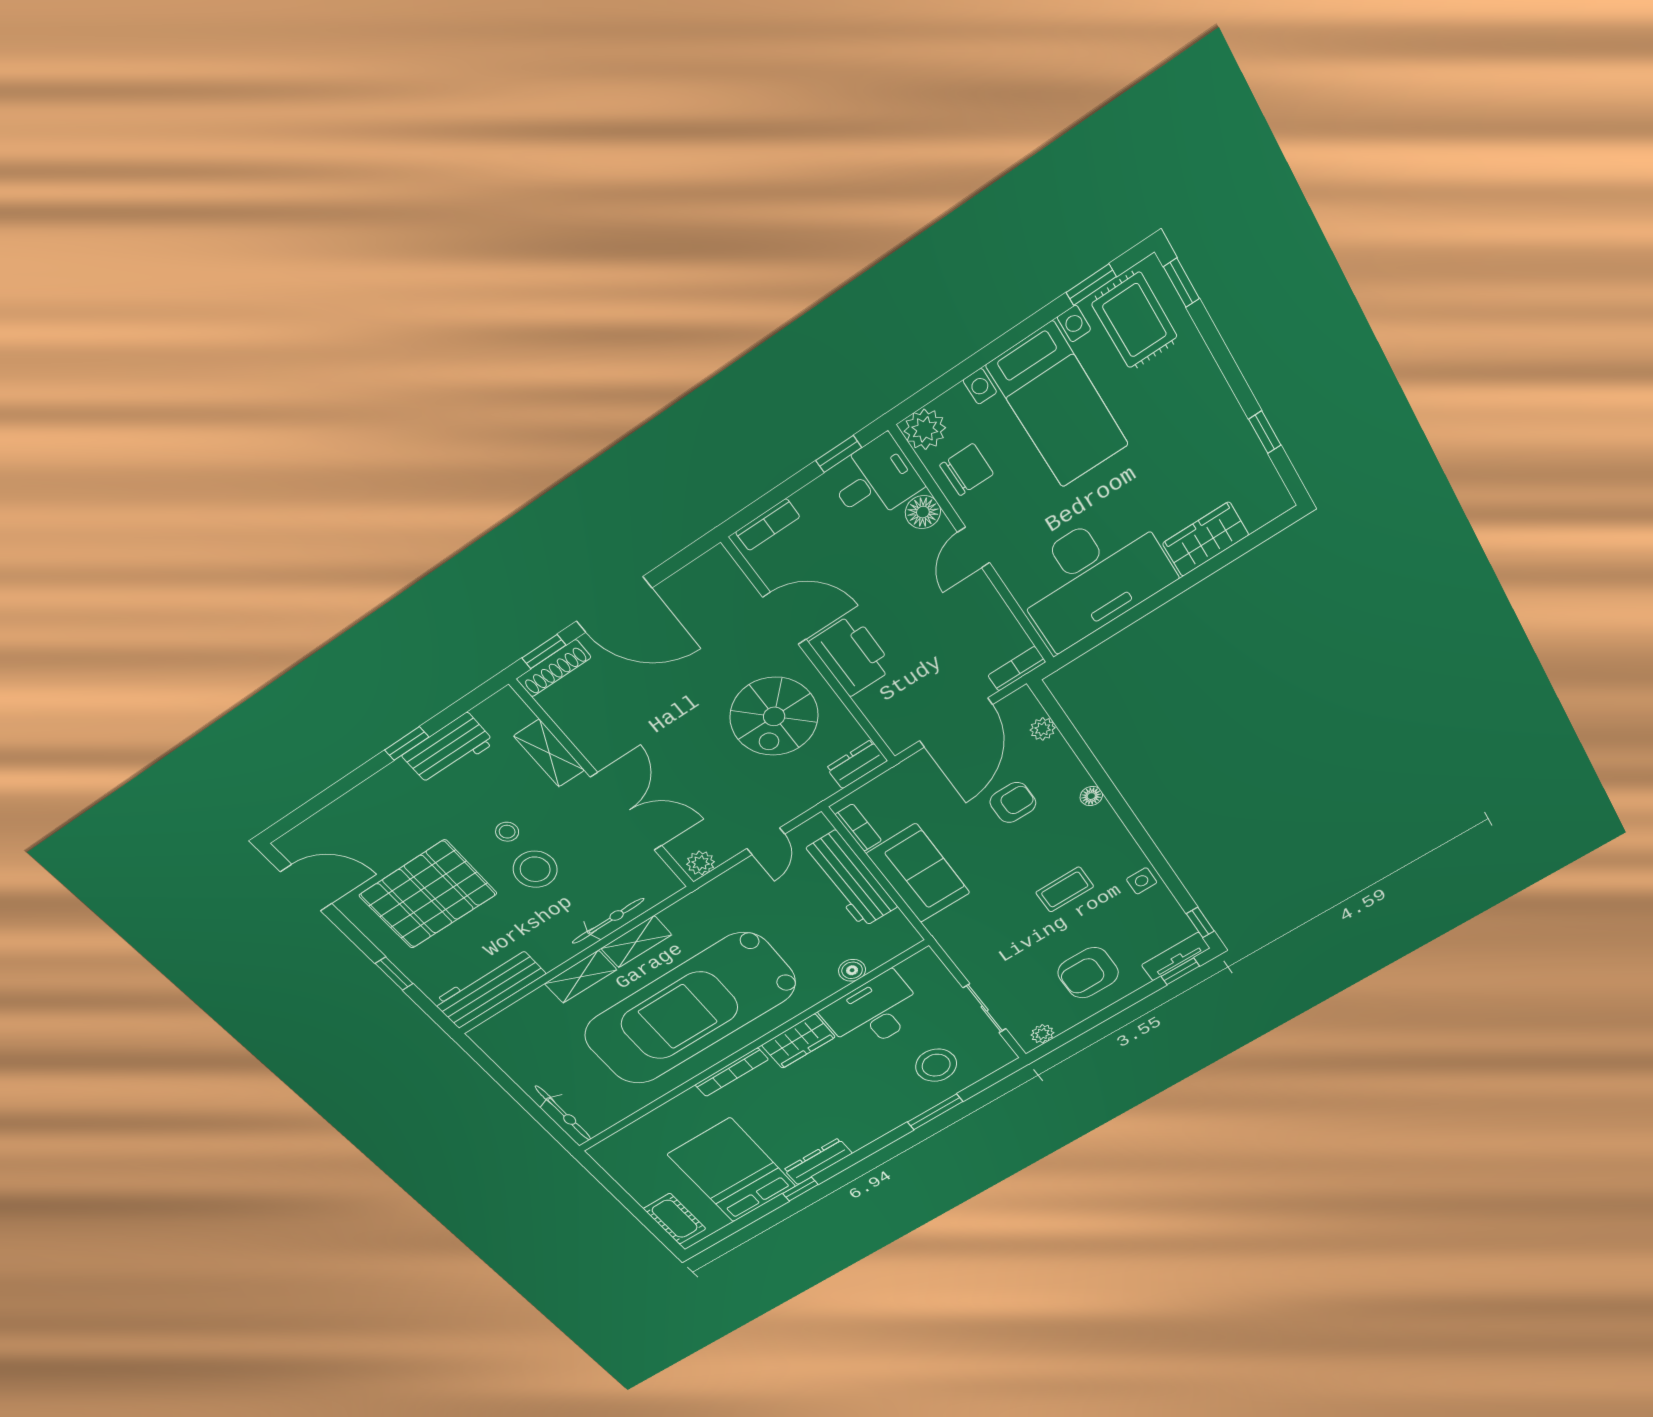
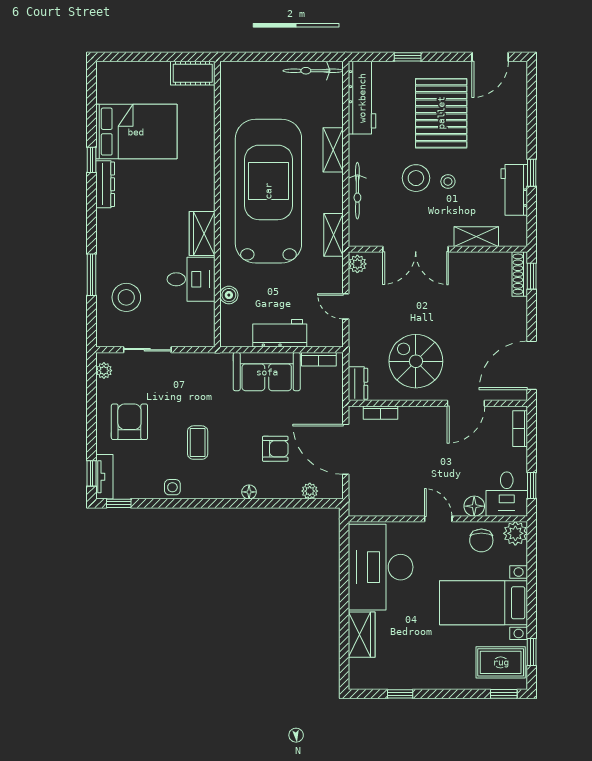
door: (614, 605) -> (532, 365), moved
printer: (852, 655) -> (422, 422), removed
bookcase: (1017, 669) -> (381, 413), moved, turned 90
armchair: (1013, 802) -> (275, 449), turned -90
workbench: (849, 879) -> (280, 333), width x0.73
shelving: (636, 942) -> (334, 235), moved
desk: (873, 1012) -> (191, 279), width x0.73
bookcase: (732, 1072) -> (208, 182), removed
bicycle: (563, 1113) -> (313, 71), moved
cot: (675, 1219) -> (193, 73), moved

